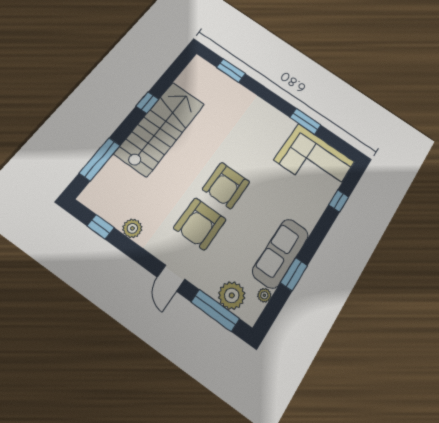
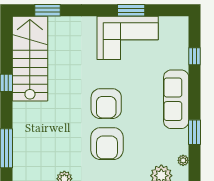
stairs: (160, 128) -> (30, 59), moved
corner sofa: (314, 161) -> (128, 38), moved
sofa: (281, 253) -> (176, 99), moved

